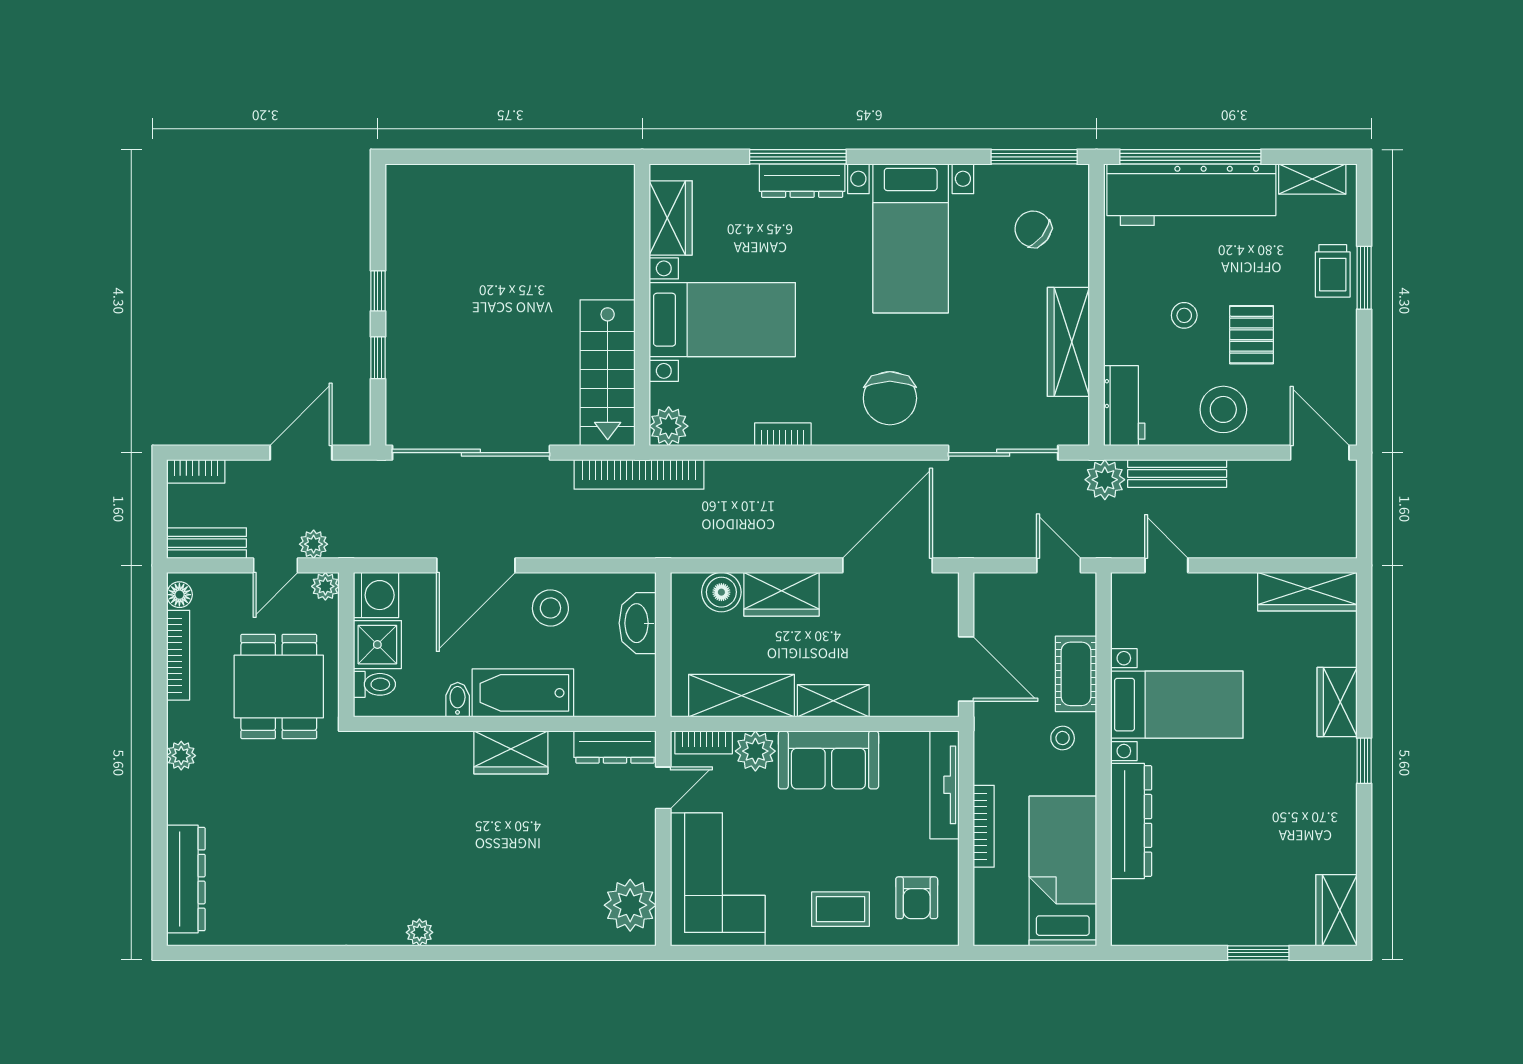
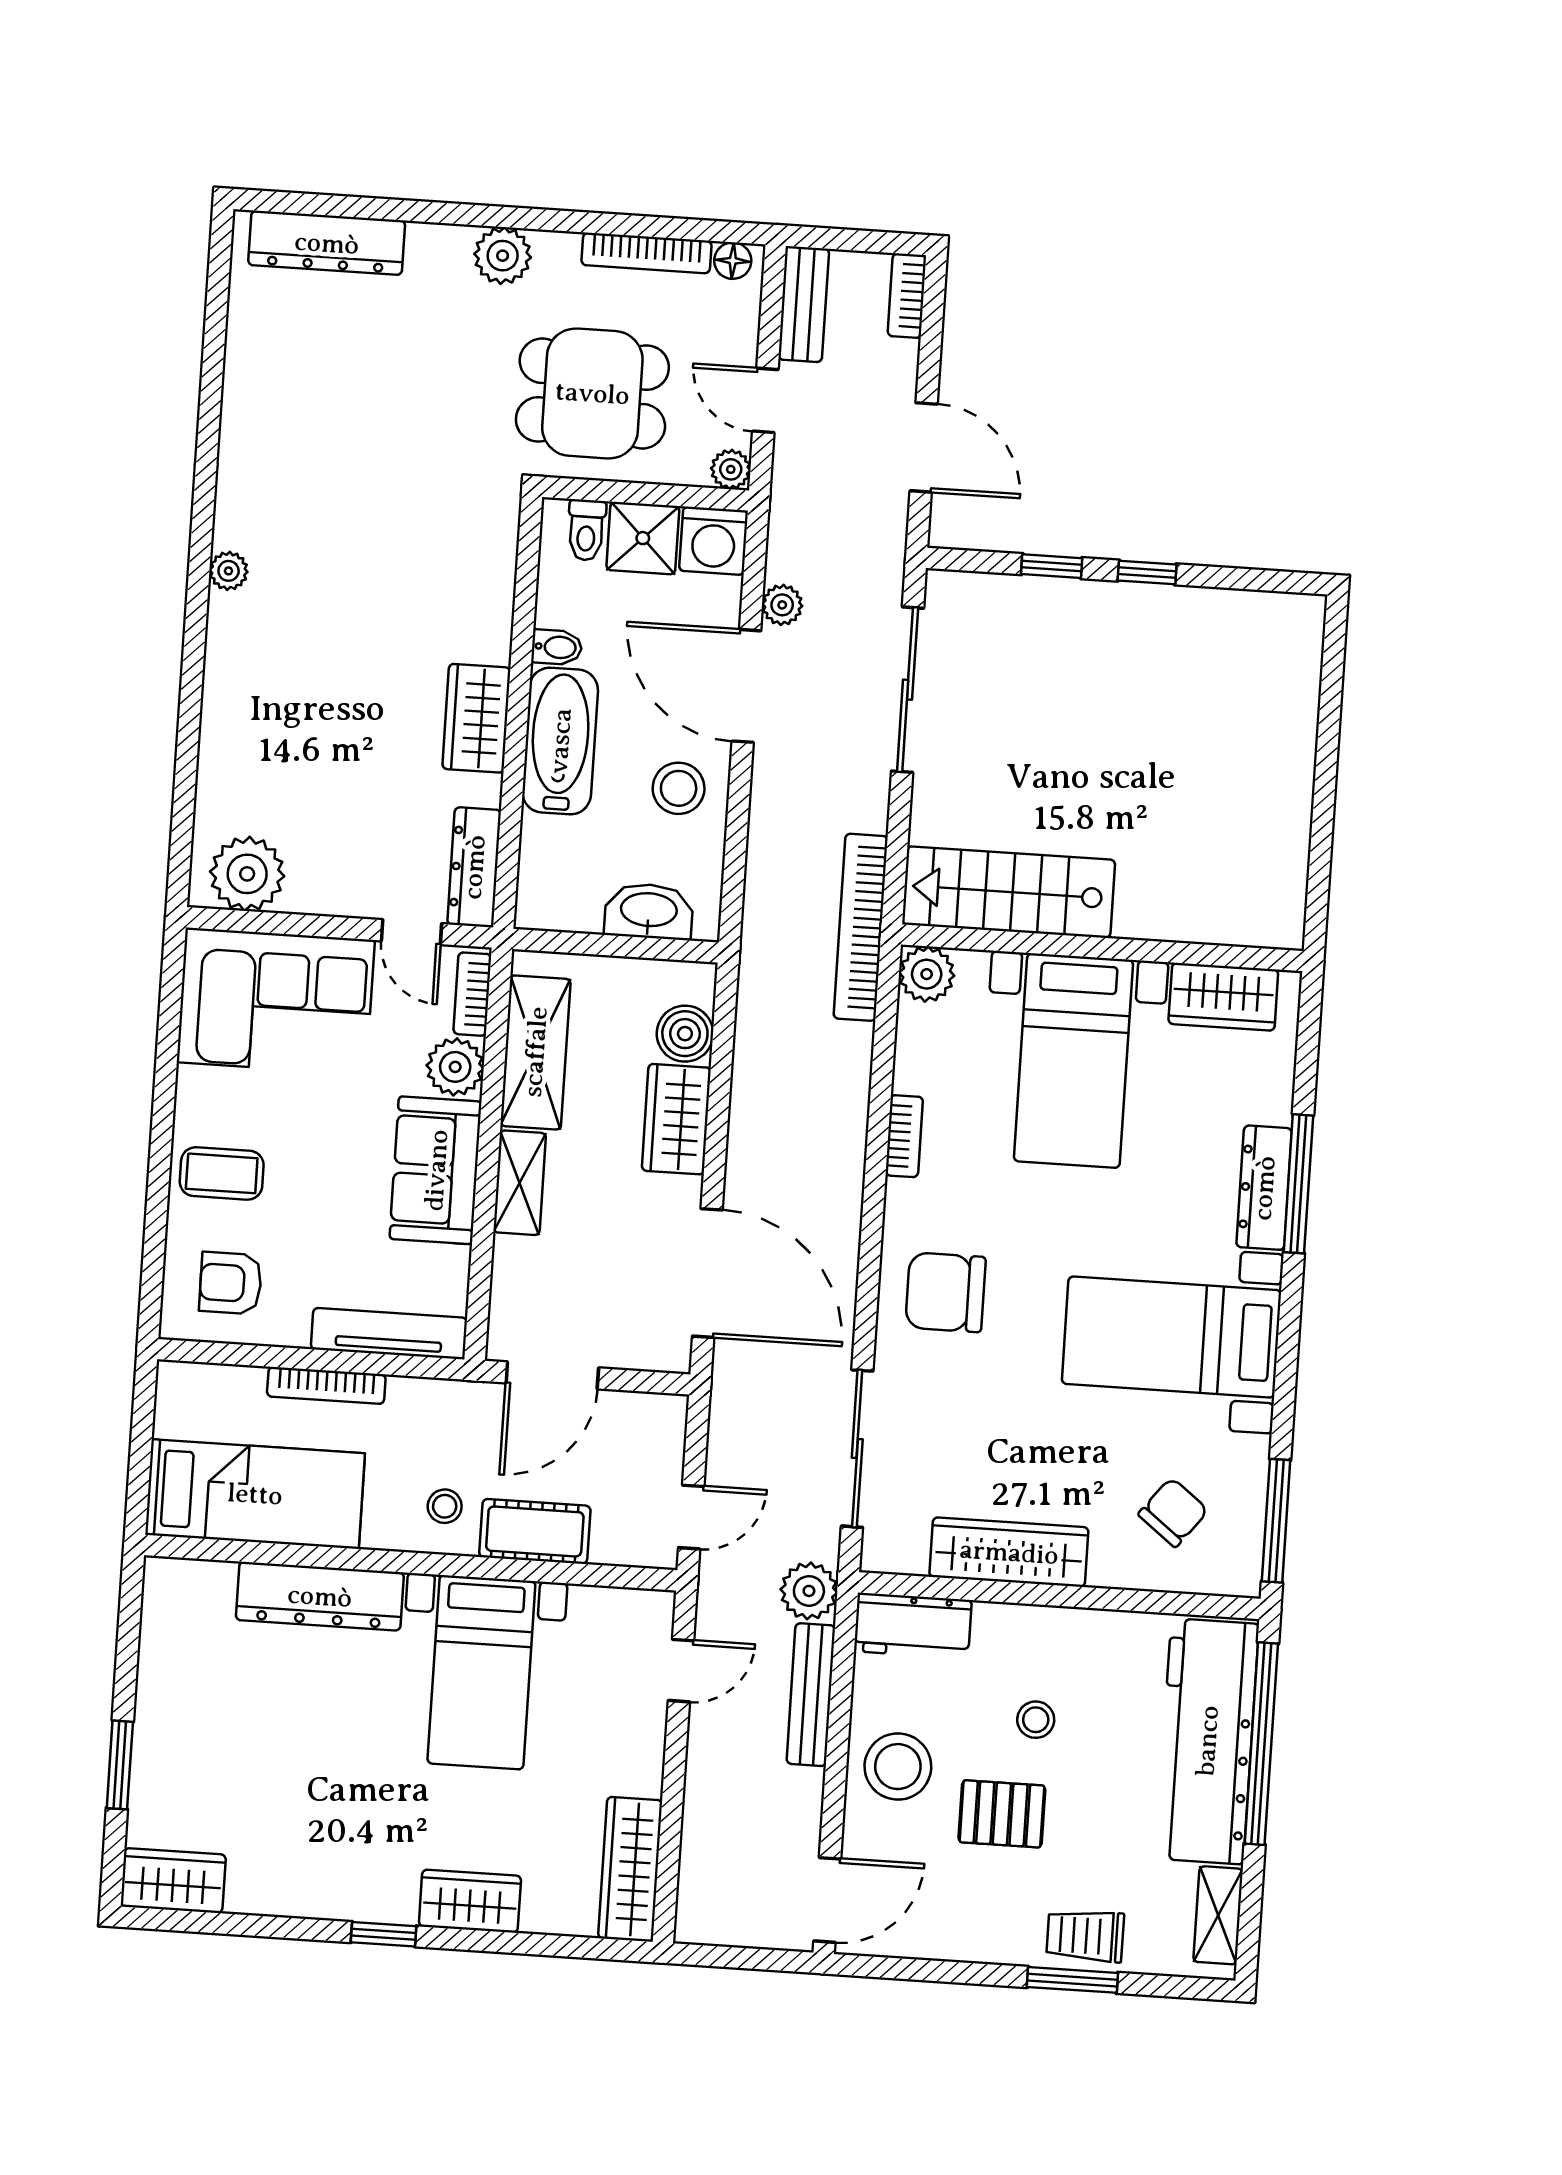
sliding door: (471, 453) -> (908, 690), width x0.73
plant: (314, 544) -> (782, 605), moved
plant: (181, 756) -> (503, 256), width x1.38, depth x1.38
coffee table: (841, 909) -> (222, 1173), turned 90

